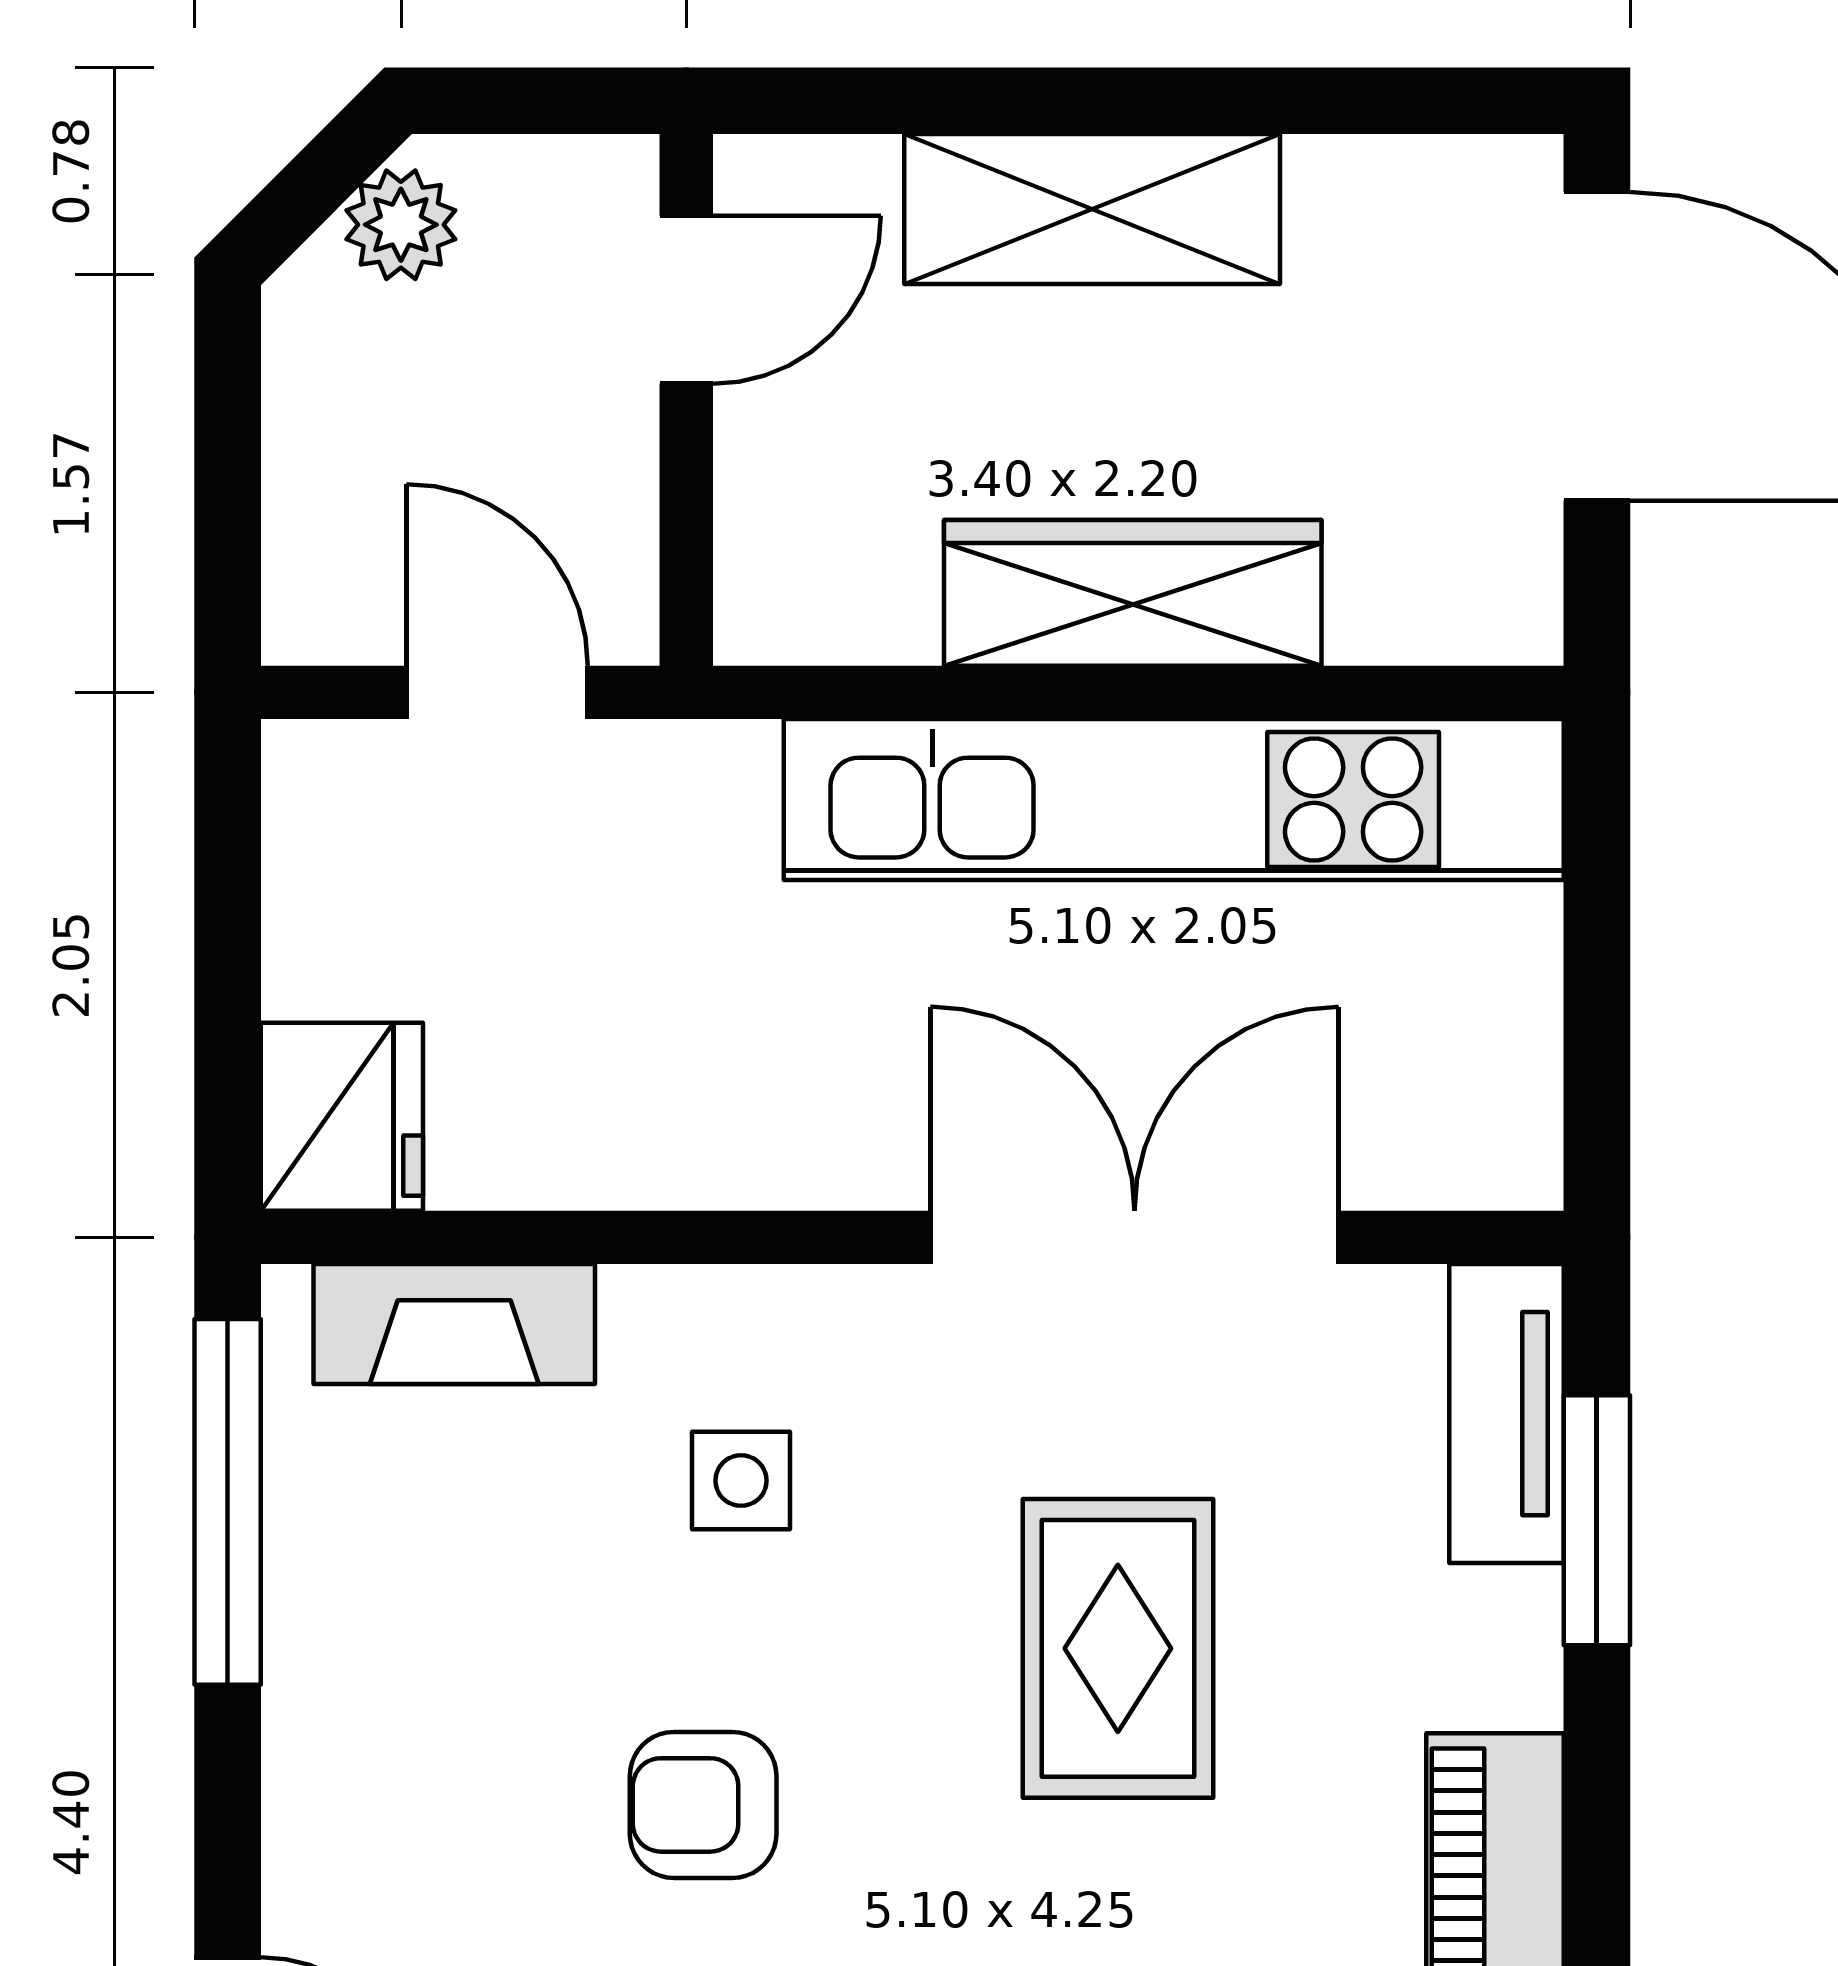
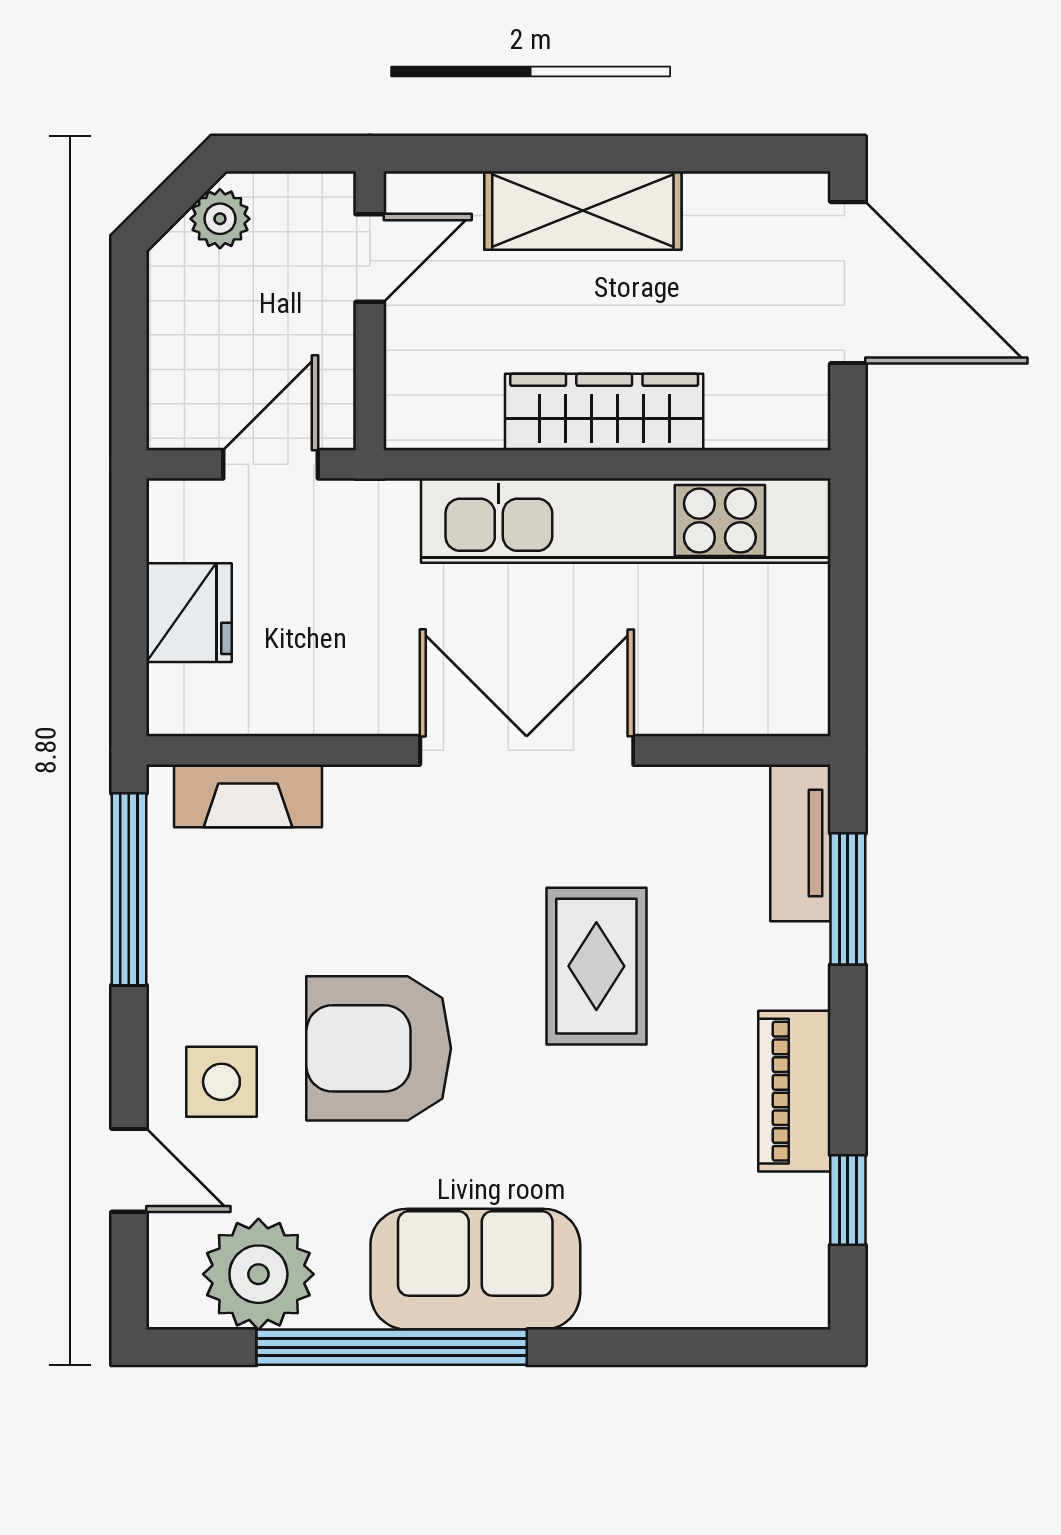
door: (497, 692) -> (271, 464), hinge flipped
fridge: (342, 1117) -> (189, 613), moved
double door: (1135, 1237) -> (527, 750), moved
side table: (741, 1481) -> (221, 1082), moved, width x1.37, depth x1.37
armchair: (703, 1805) -> (379, 1048), width x1.88, depth x1.88

